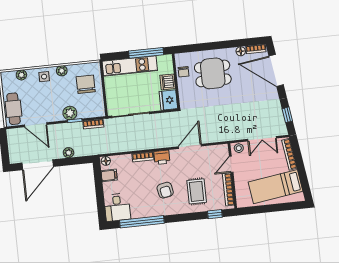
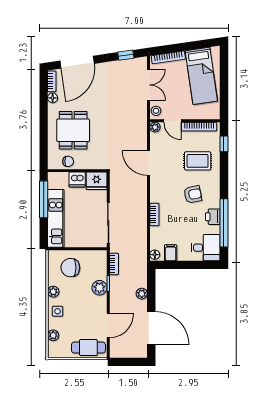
plant: (224, 149) -> (155, 127), added
printer: (162, 157) -> (213, 217), moved, turned 180

